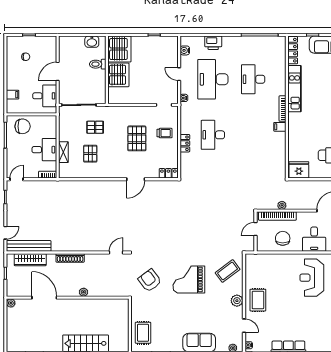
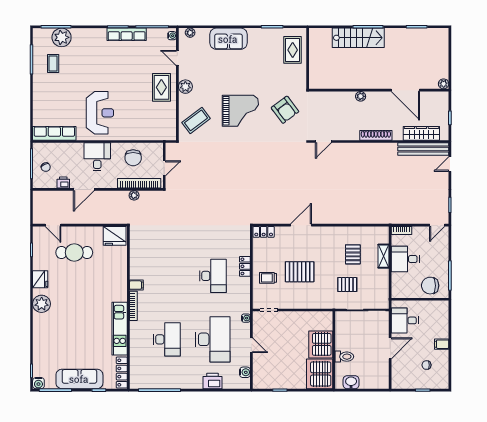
filing cabinet: (12, 95) -> (442, 344), moved
pallet: (137, 138) -> (300, 272), turned 90

